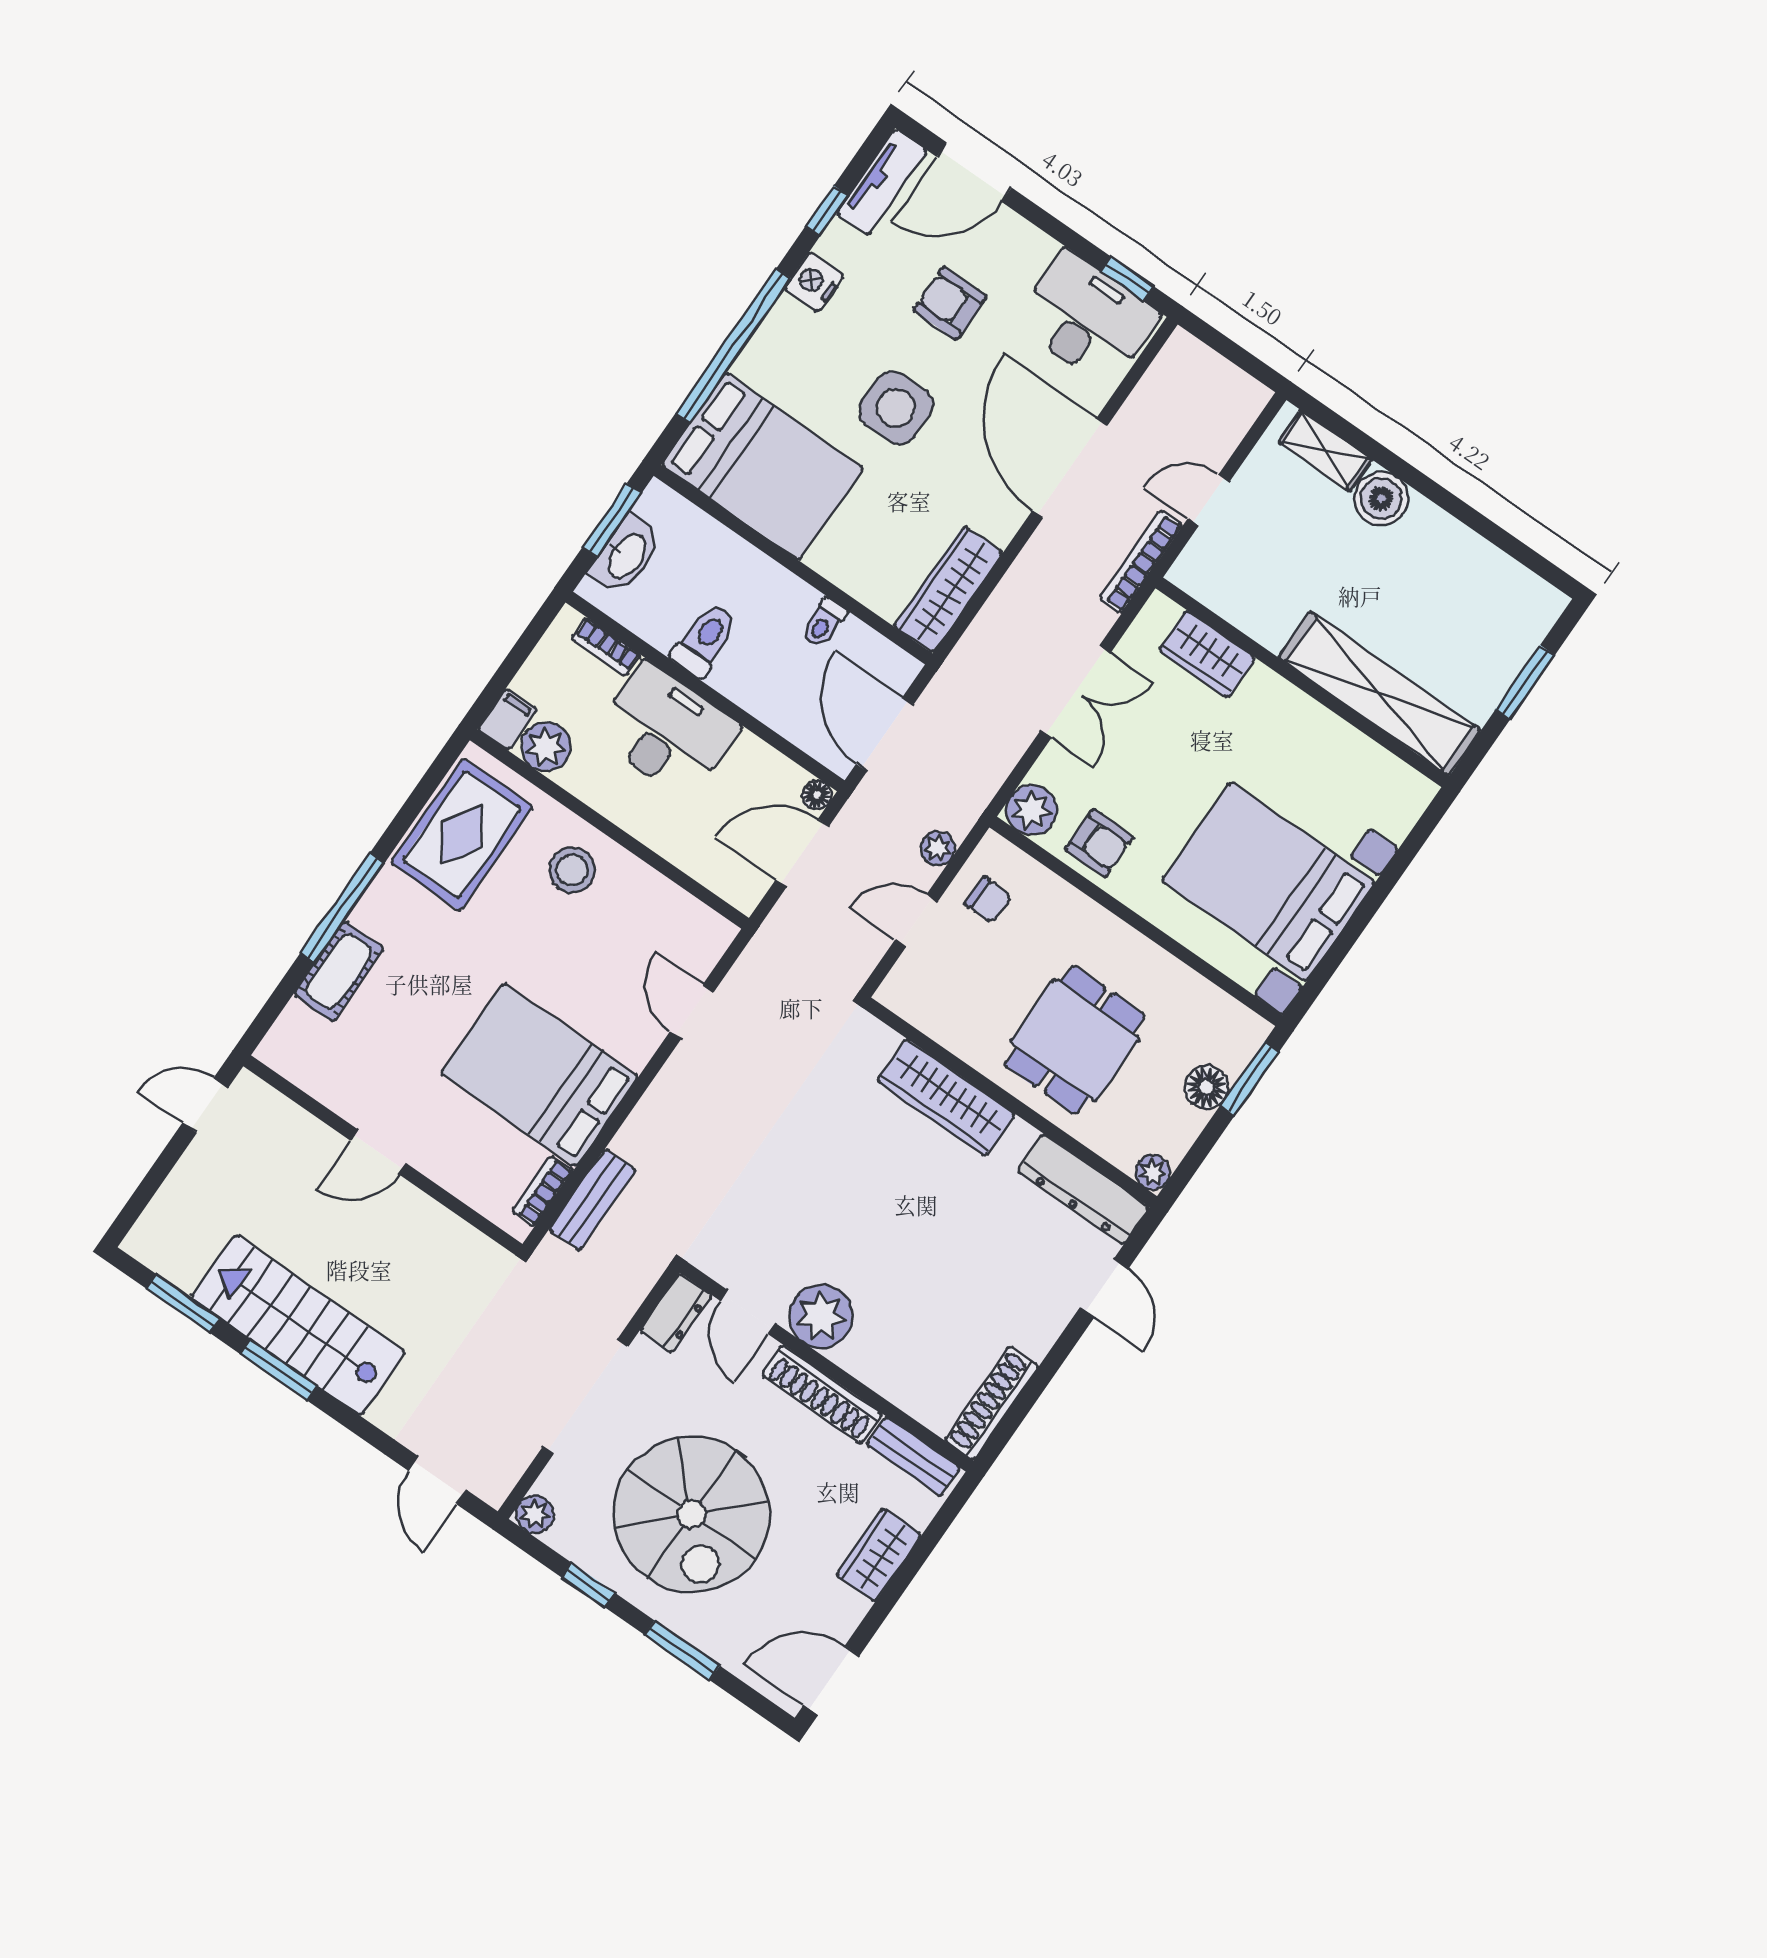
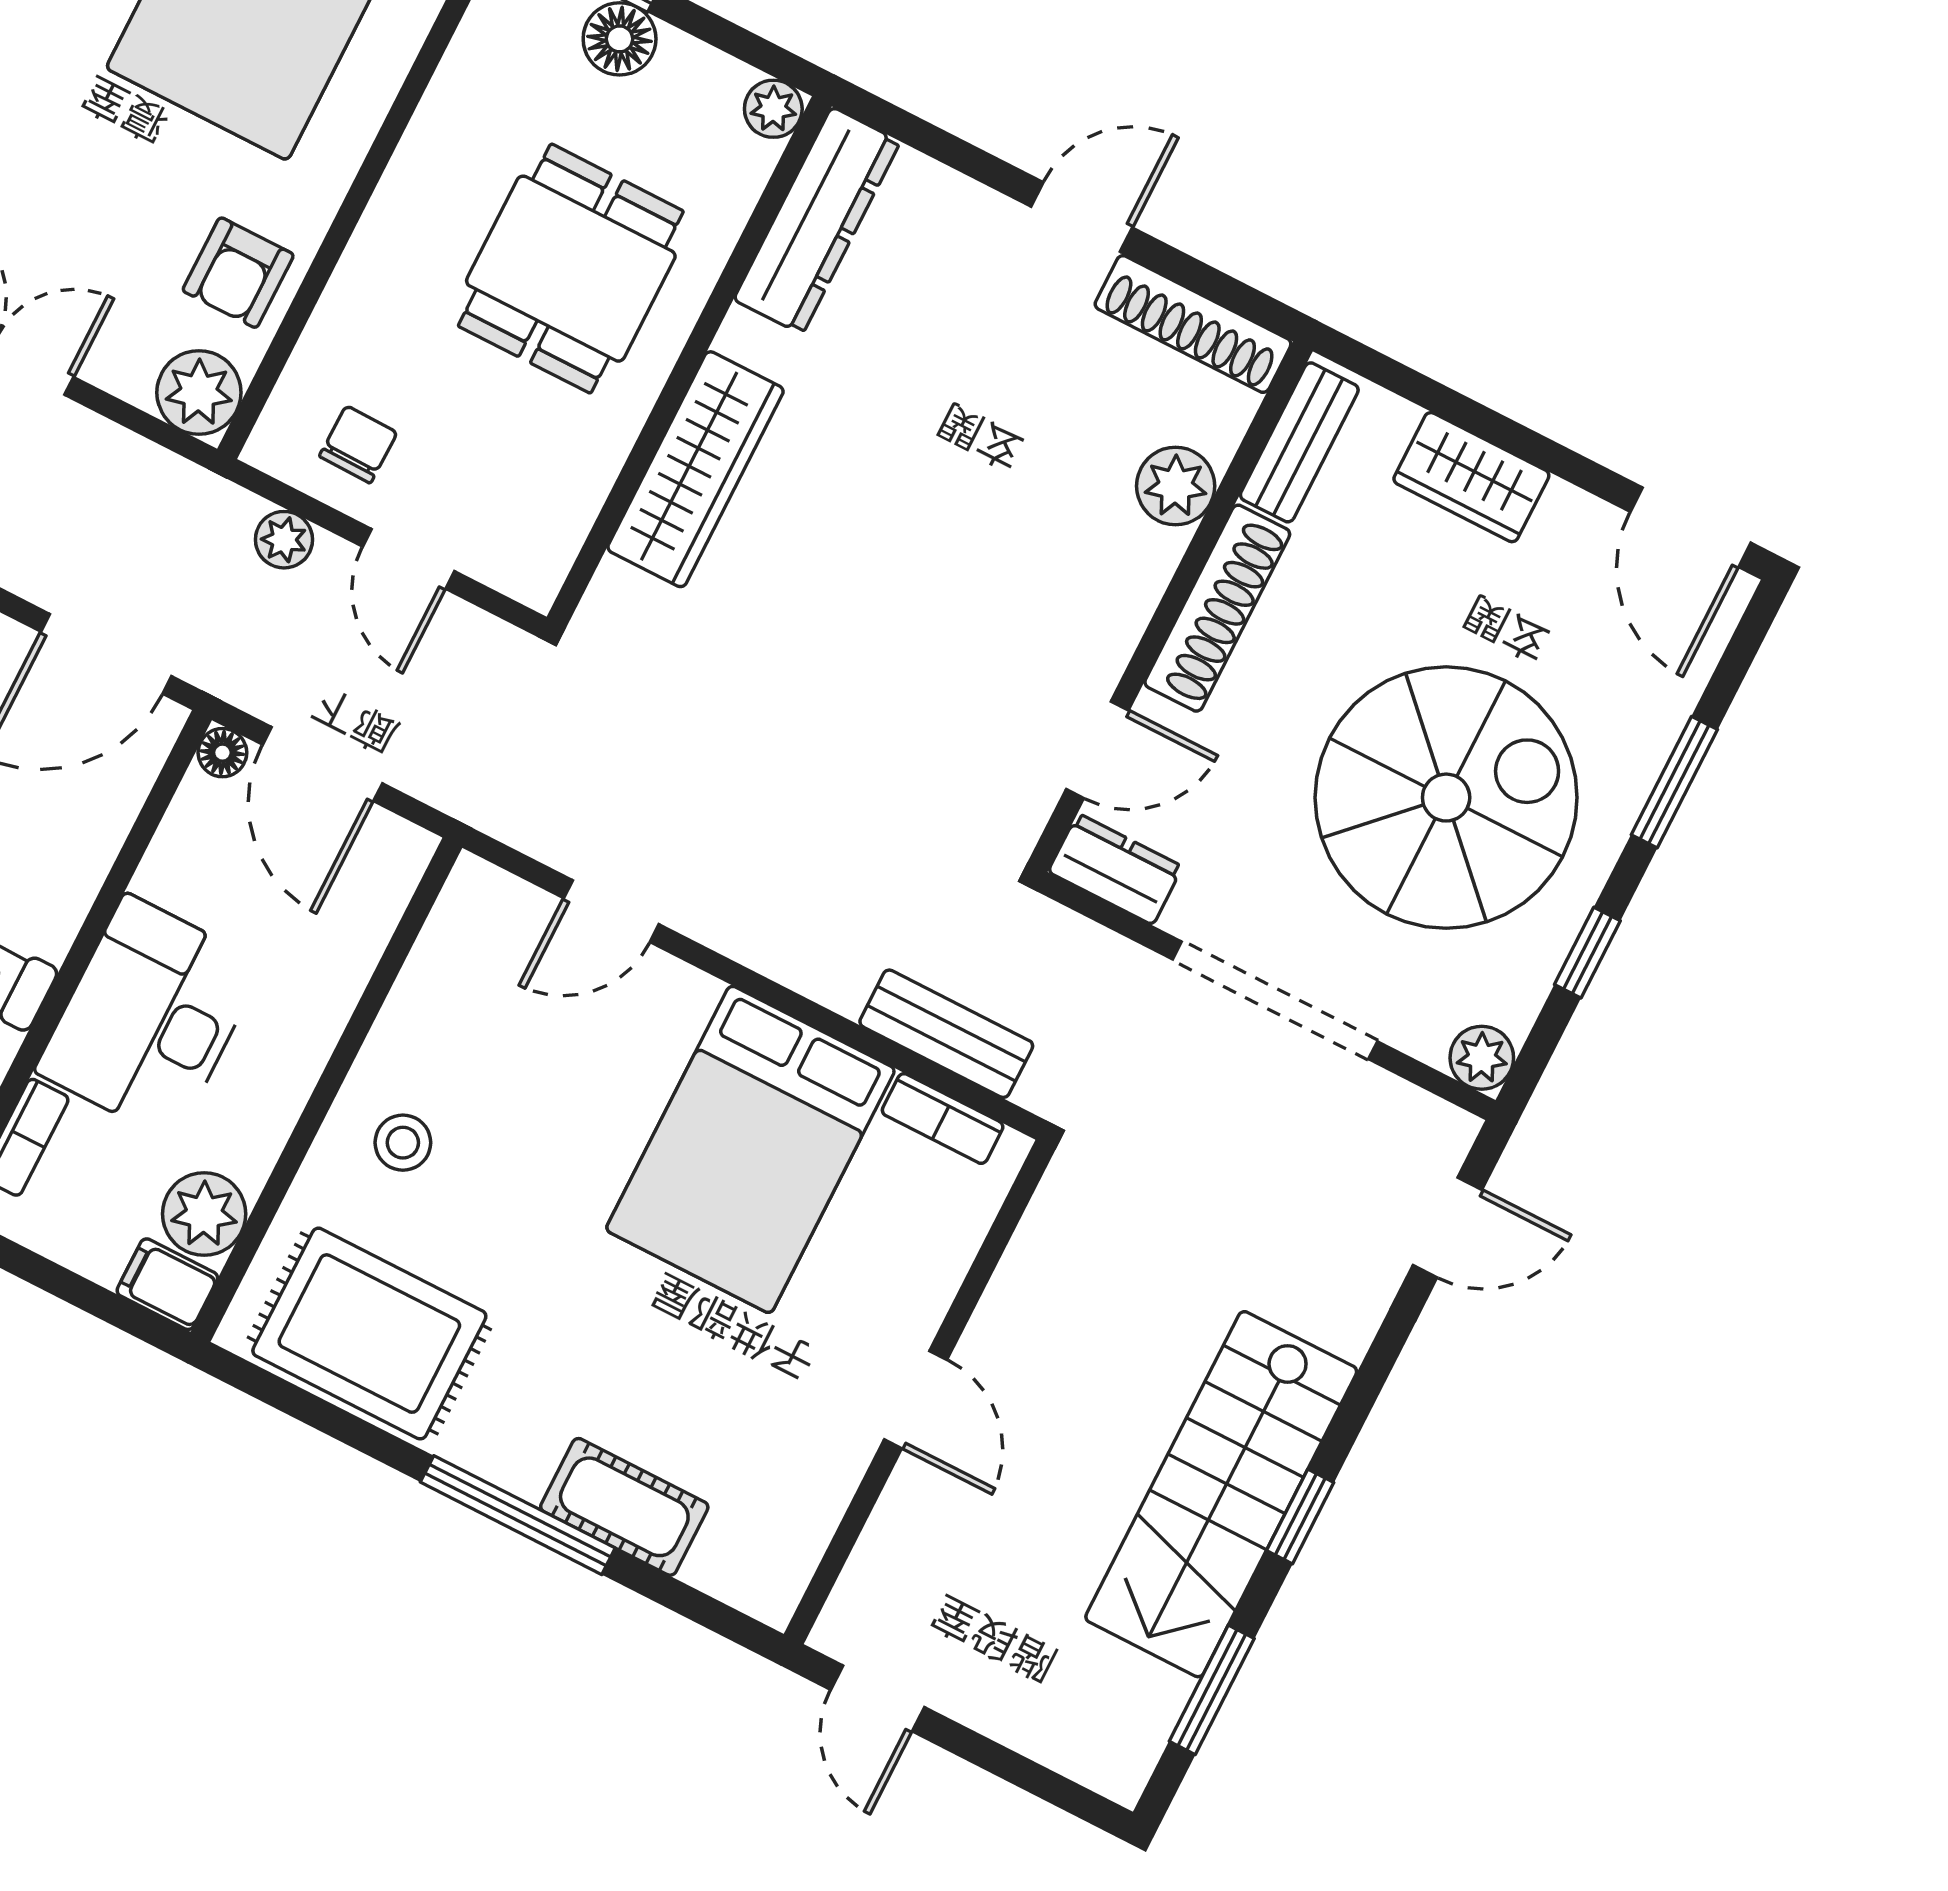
armchair: (1099, 843) -> (238, 273), turned 180
stool: (572, 870) -> (403, 1143), width x0.73, depth x0.73
dining table: (1075, 1040) -> (571, 269), turned 90
door: (1104, 1288) -> (1082, 217), moved
plant: (821, 1316) -> (1176, 486), moved, width x0.73, depth x0.73
window: (278, 1370) -> (1300, 1517), width x0.67

